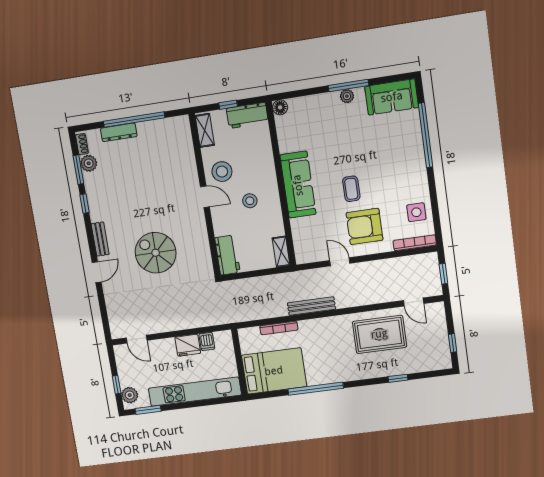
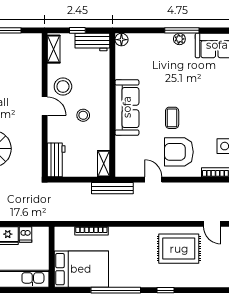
bench: (311, 306) -> (112, 188), moved
window: (398, 378) -> (166, 290), moved

